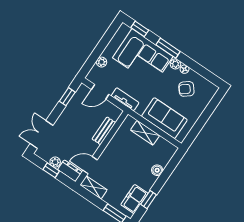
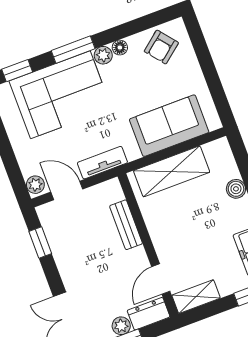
plant: (101, 62) -> (35, 185), moved
armchair: (186, 89) -> (161, 47), moved
door: (100, 92) -> (67, 191), swing flipped
shelving: (145, 133) -> (172, 171), width x1.50, depth x1.33

